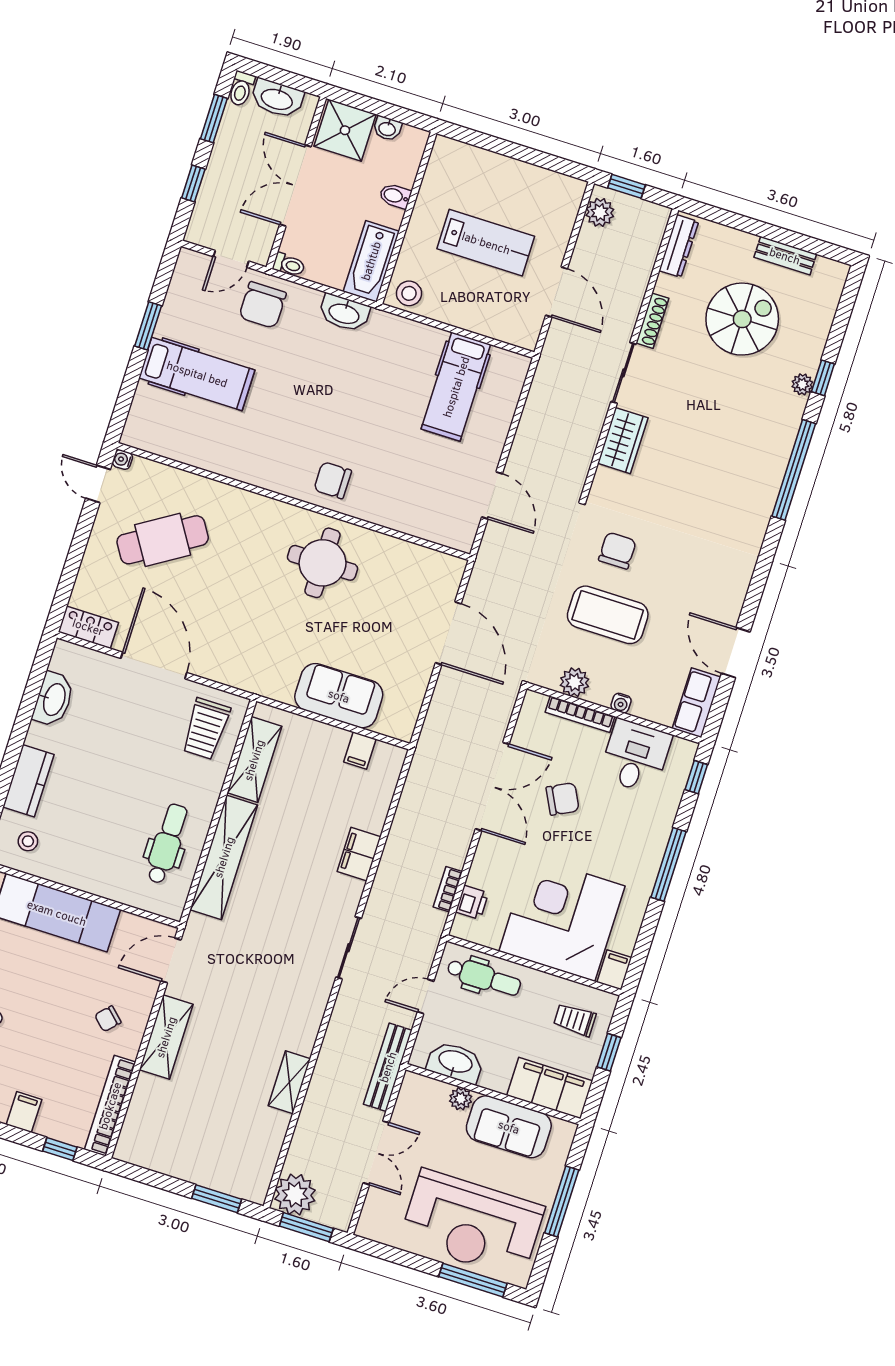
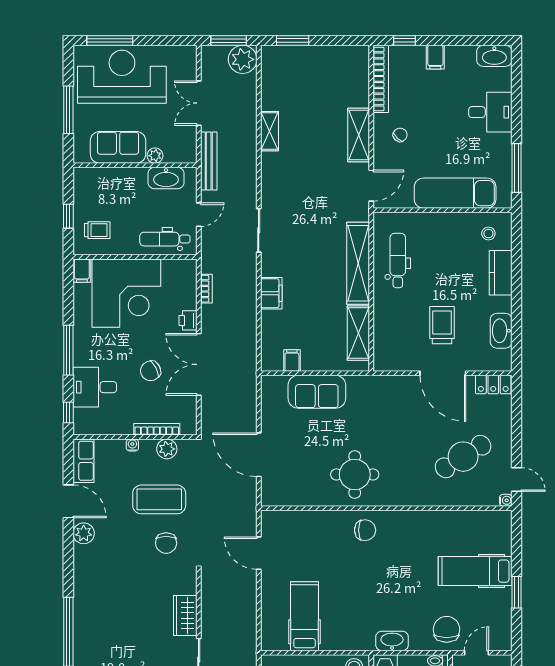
plant: (729, 601) -> (84, 533), added
trolley: (206, 729) -> (442, 325), moved
desk: (635, 756) -> (95, 387), moved, turned 90
dental chair: (167, 844) -> (398, 261), turned 180
printer: (472, 902) -> (188, 320), moved
filing cabinet: (550, 1088) -> (99, 181), removed

